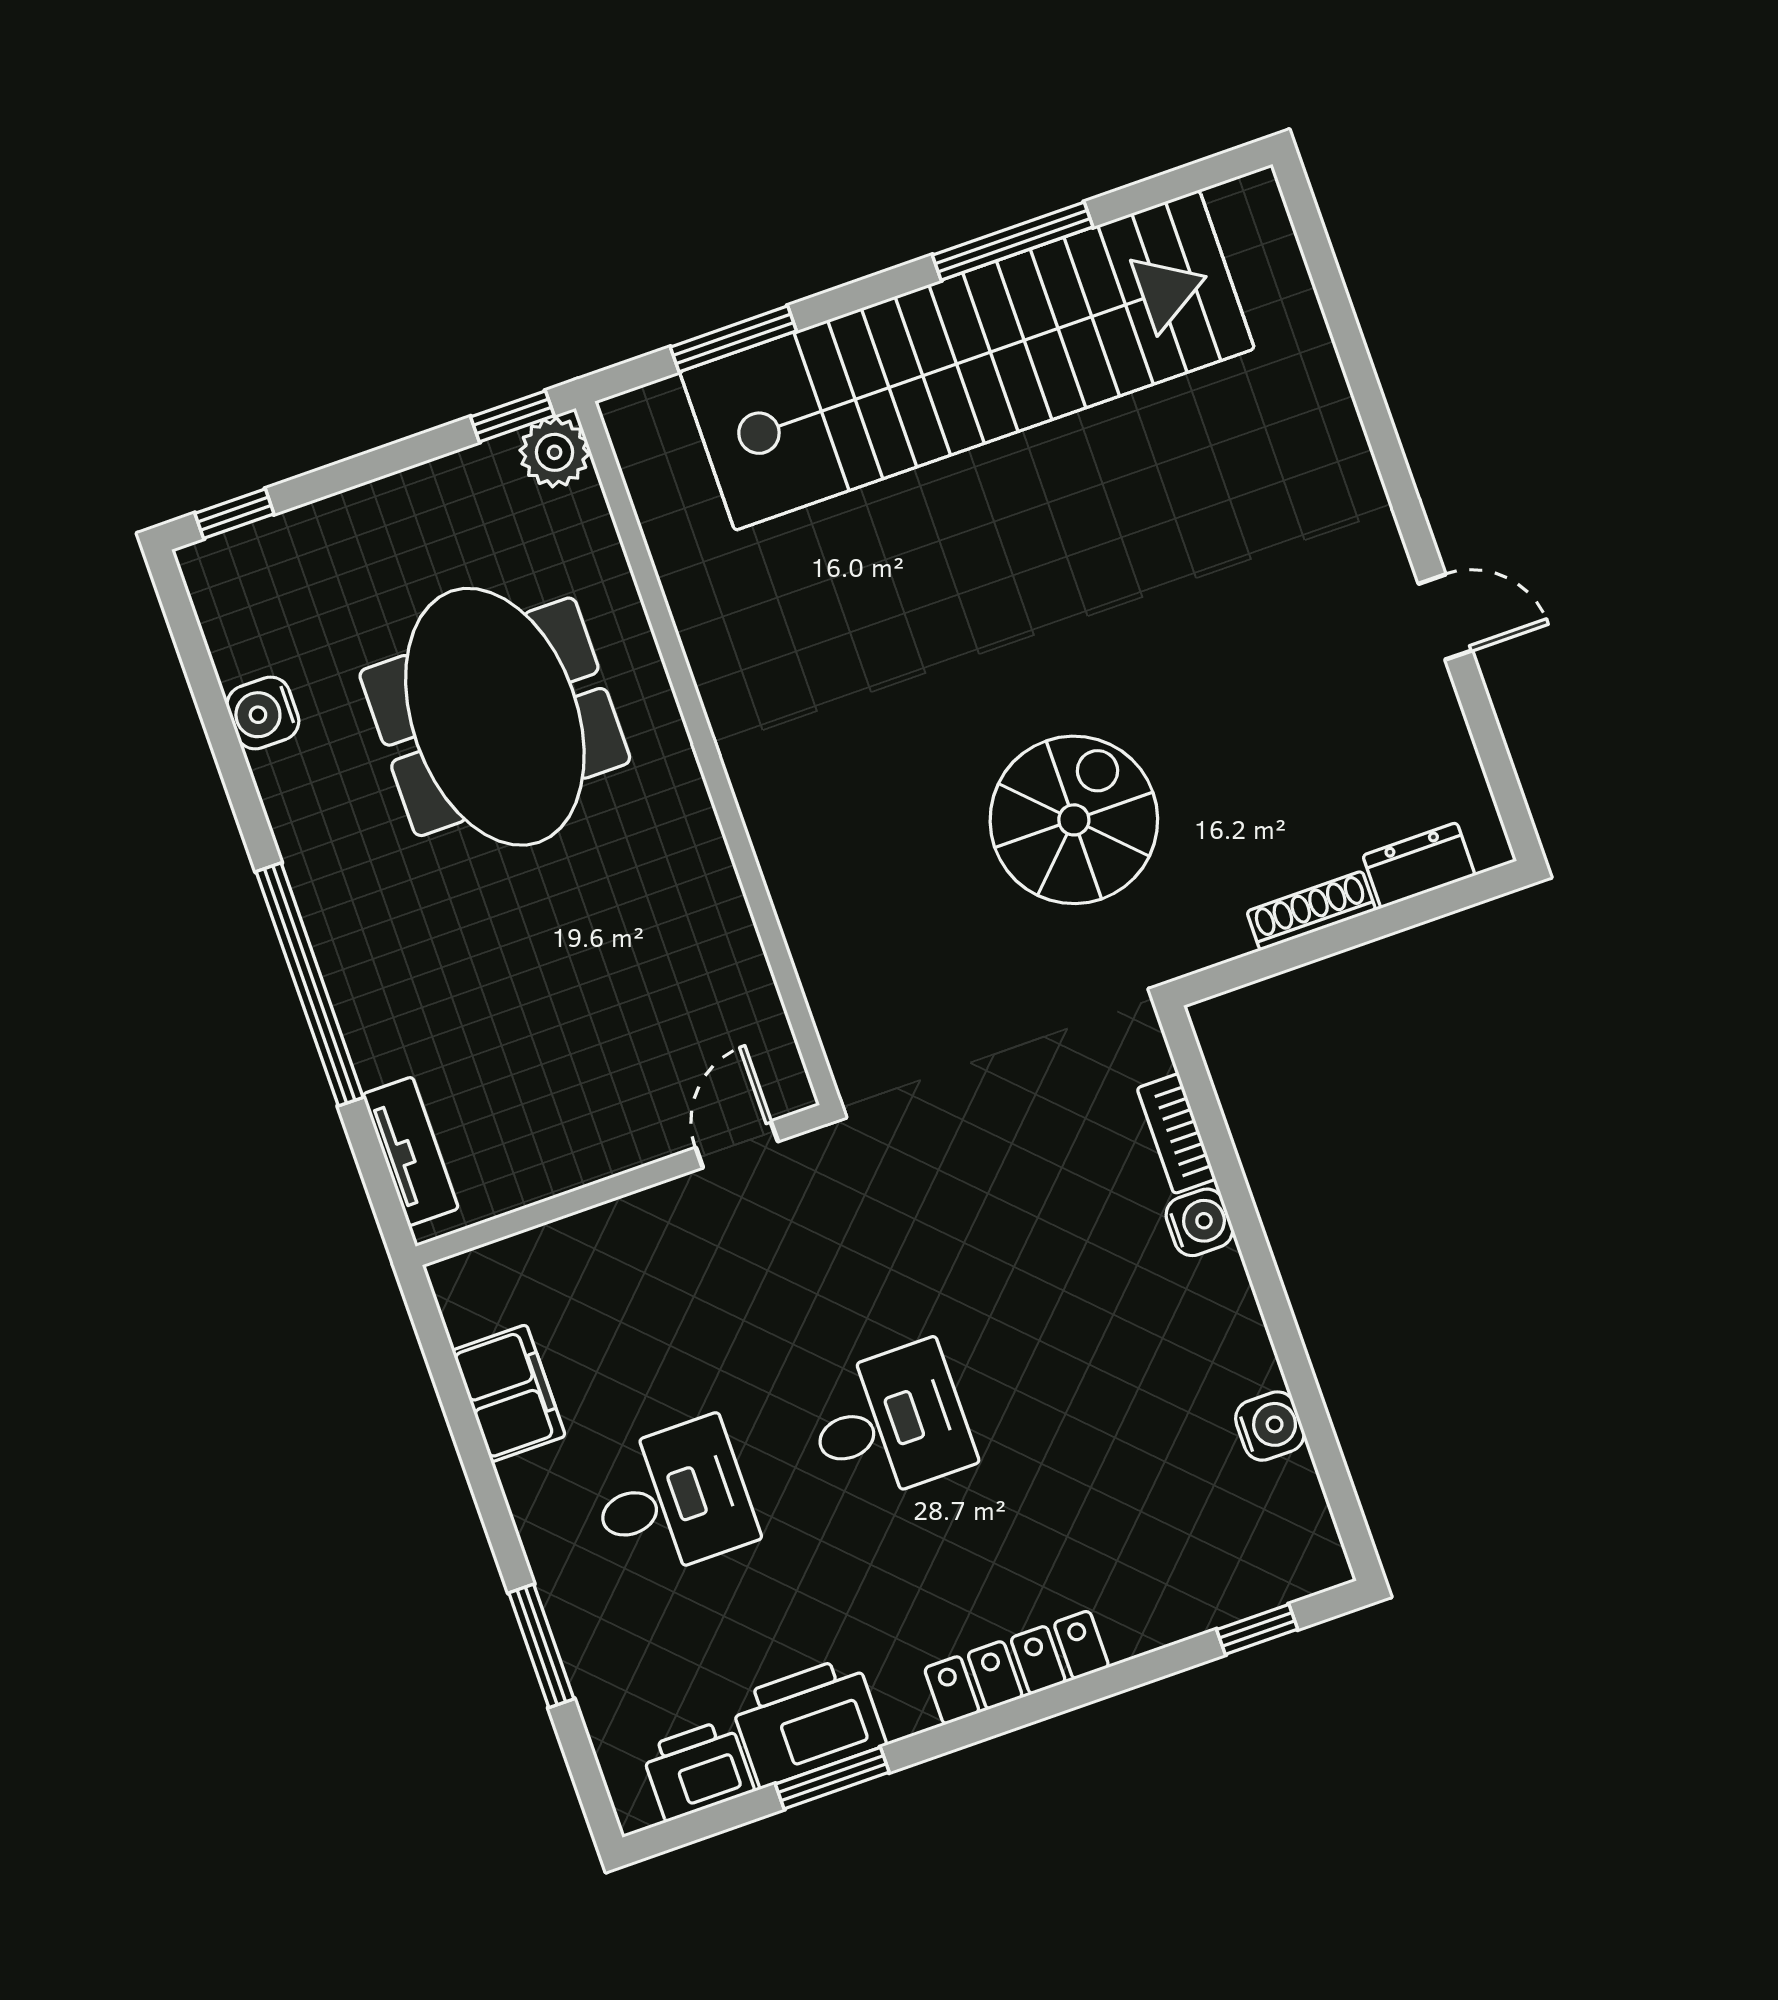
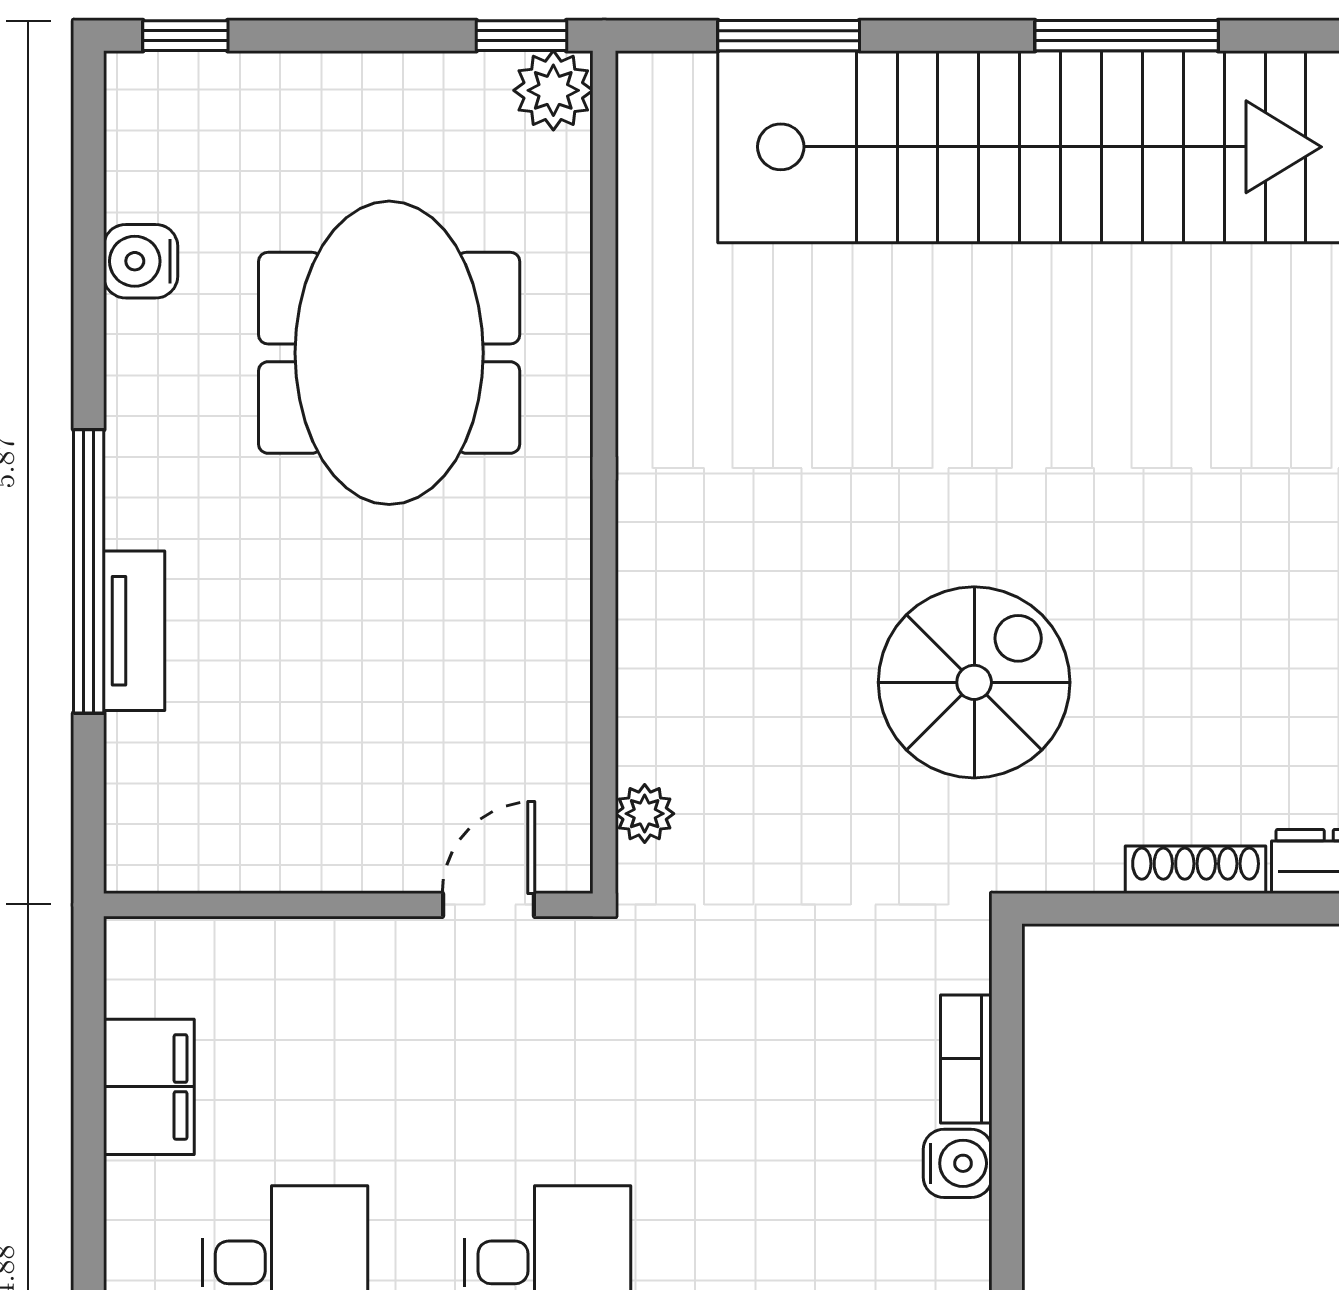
plant: (839, 1024) -> (645, 814), added
tv unit: (410, 1151) -> (134, 631), moved

